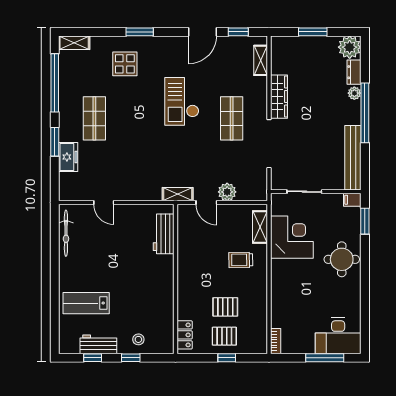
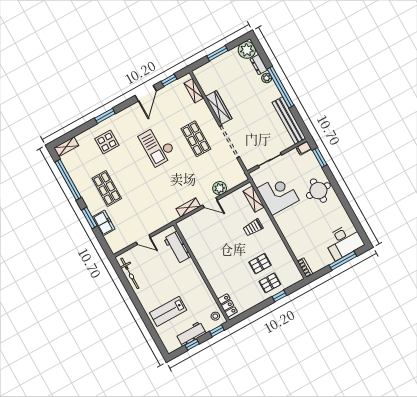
workbench: (164, 234) -> (177, 247), moved
wall: (175, 279) -> (201, 272), moved
locker: (185, 335) -> (227, 305), moved

